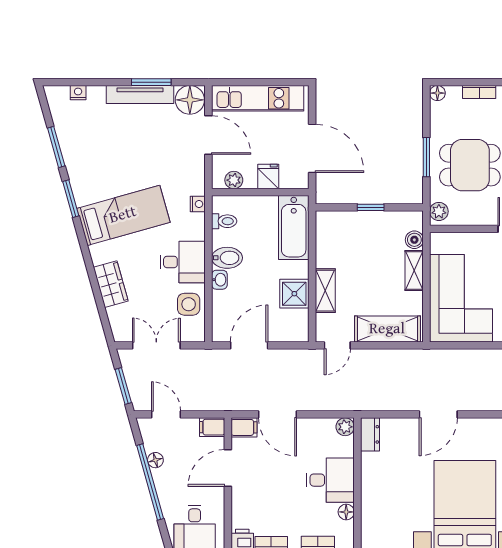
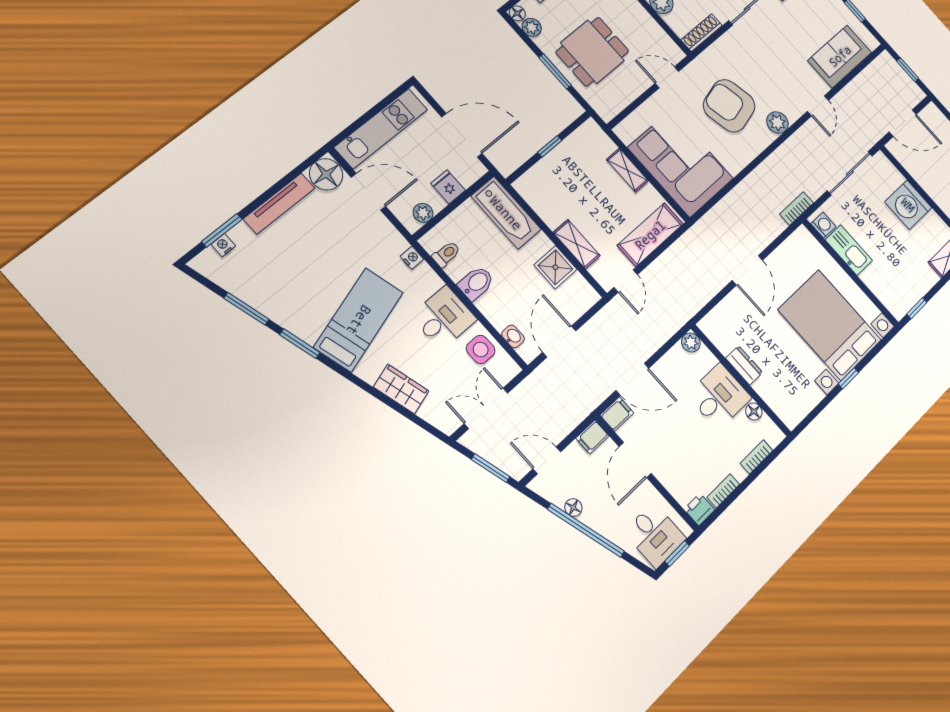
window: (151, 82) -> (222, 230), moved
plant: (439, 211) -> (532, 27), moved
boiler: (414, 240) -> (605, 145), removed
washbasin: (219, 280) -> (513, 336), moved
dresser: (370, 434) -> (744, 365), moved

